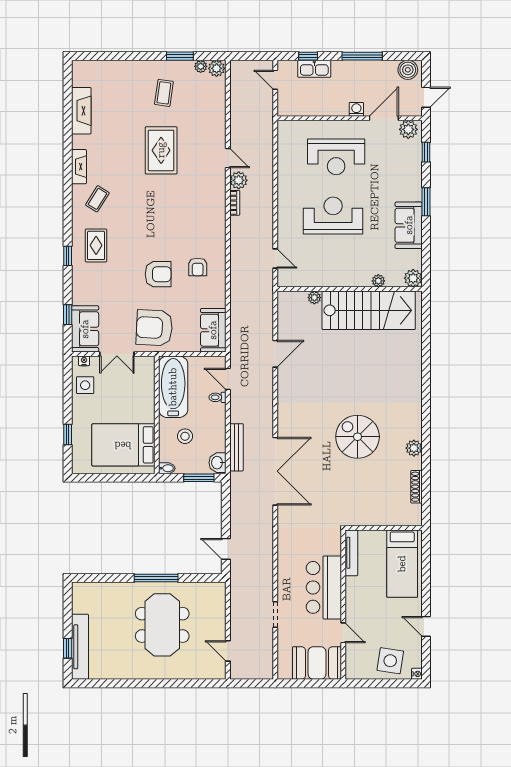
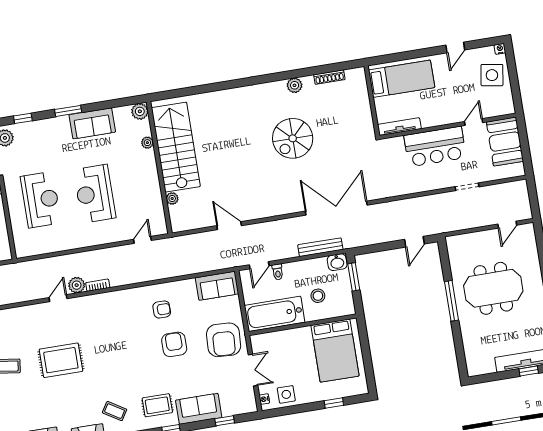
sofa: (85, 329) -> (199, 409), moved
bidet: (167, 468) -> (350, 308), removed

